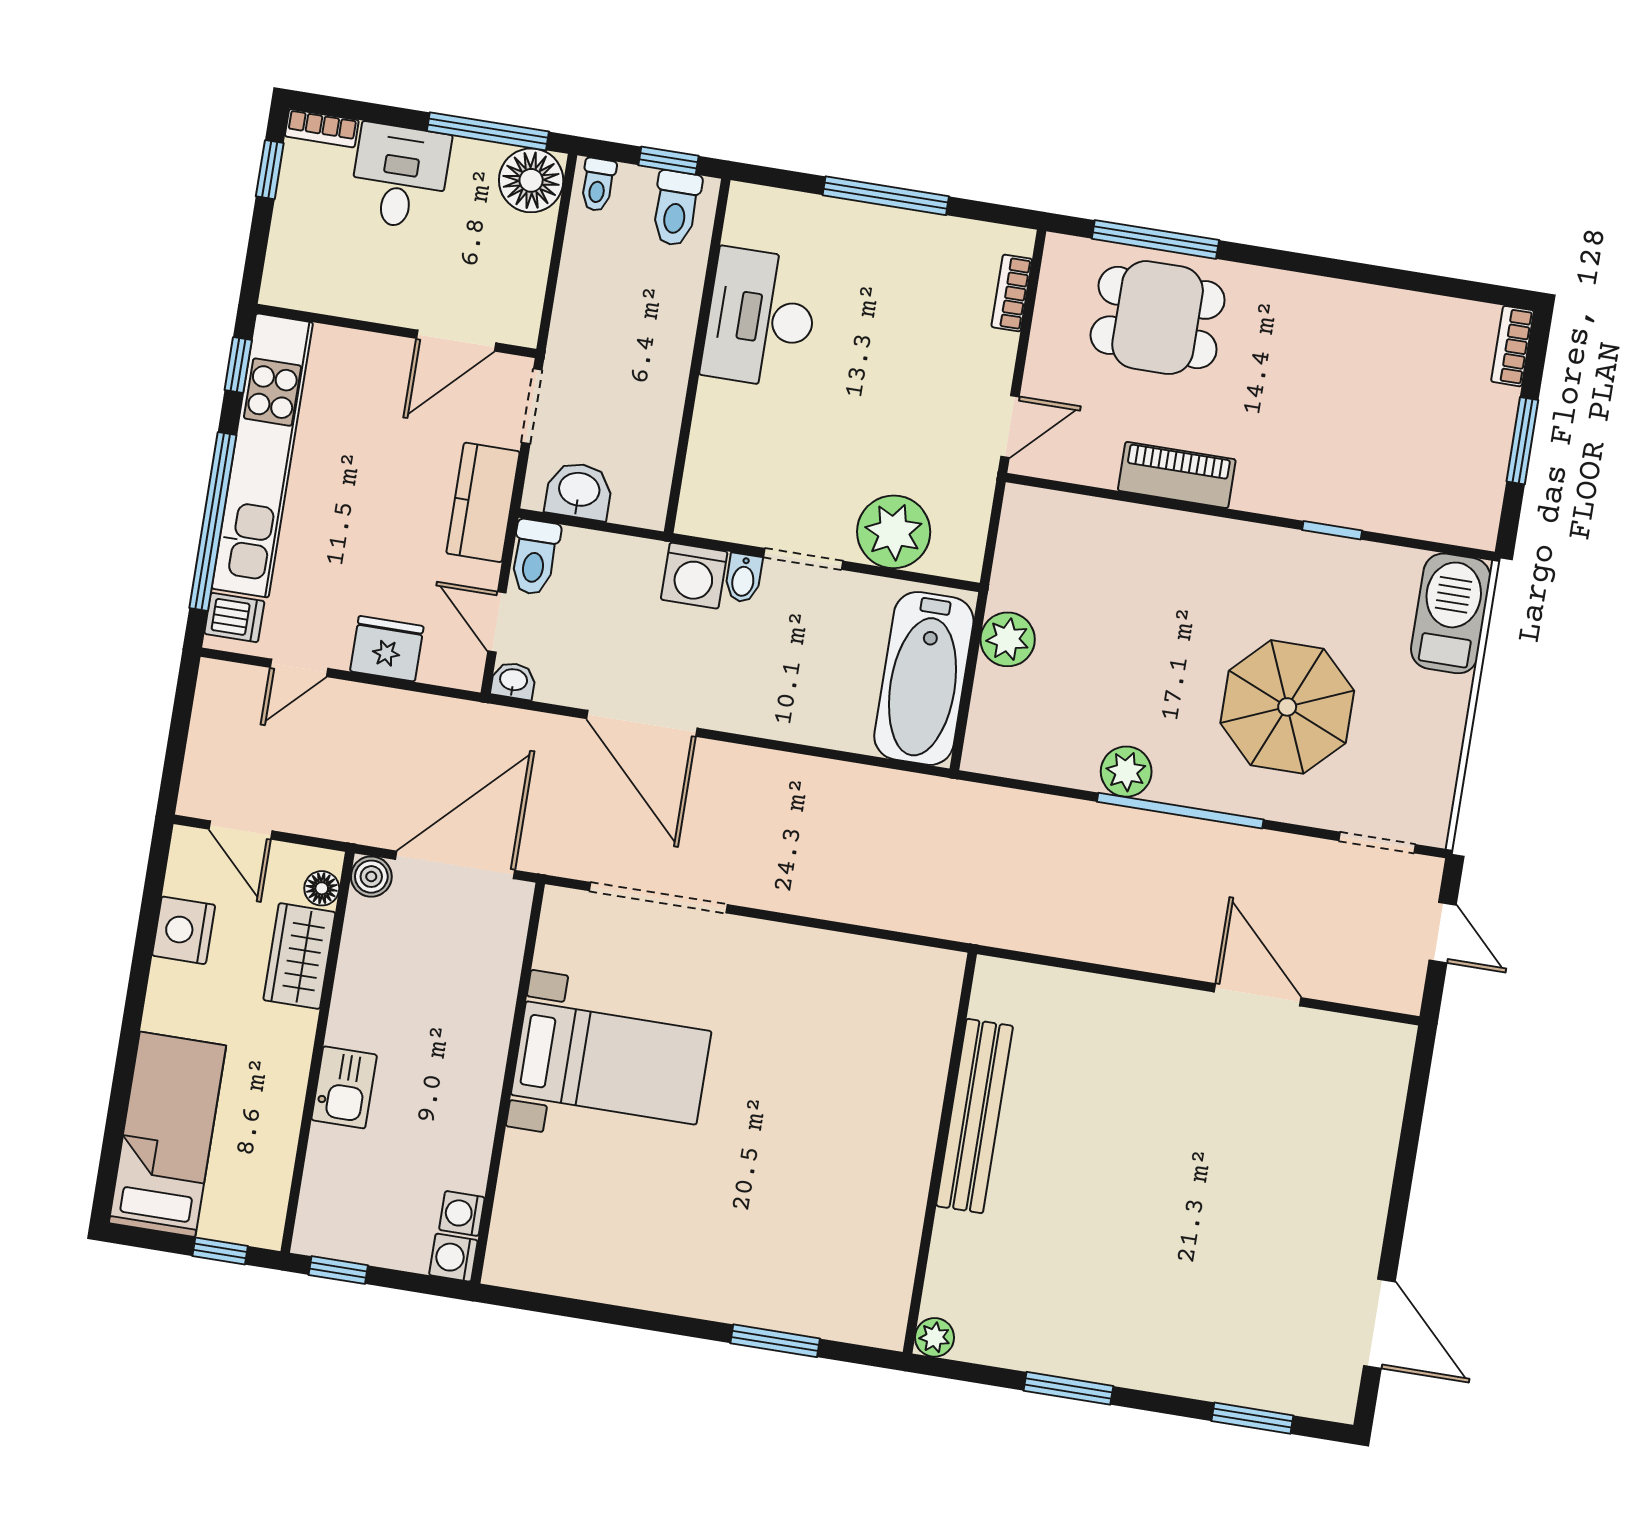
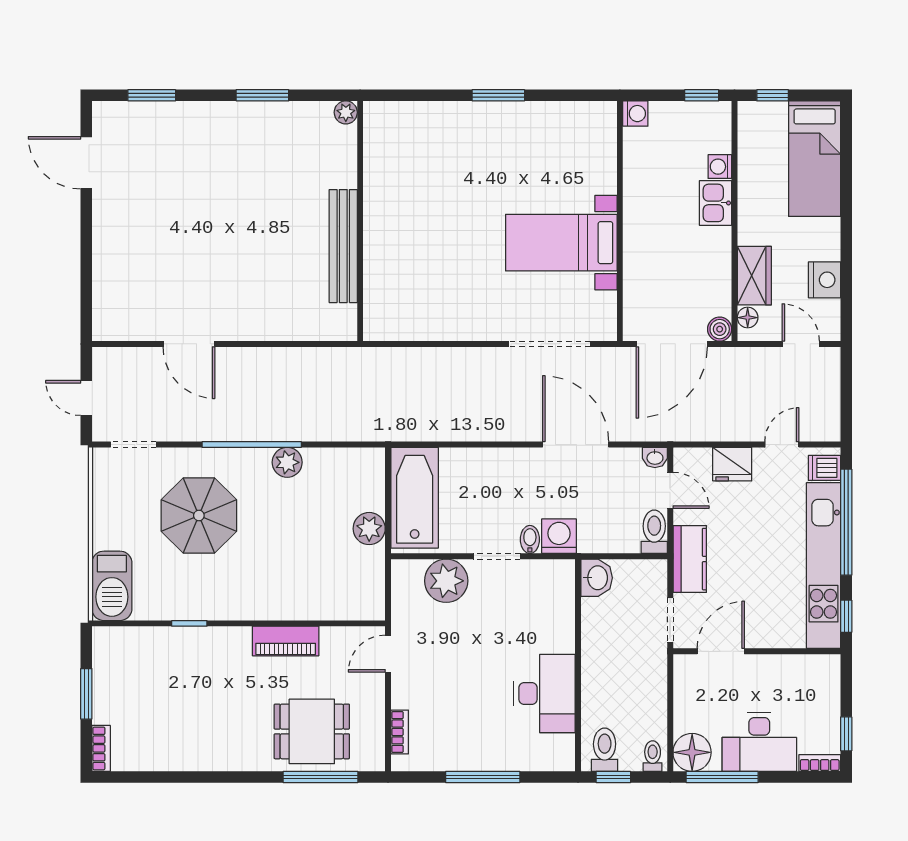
desk: (400, 176) -> (759, 742), width x1.37
washbasin: (579, 491) -> (597, 578), moved, turned -90
washing machine: (462, 1213) -> (720, 167), moved, turned 180
window: (775, 1341) -> (498, 95), moved

